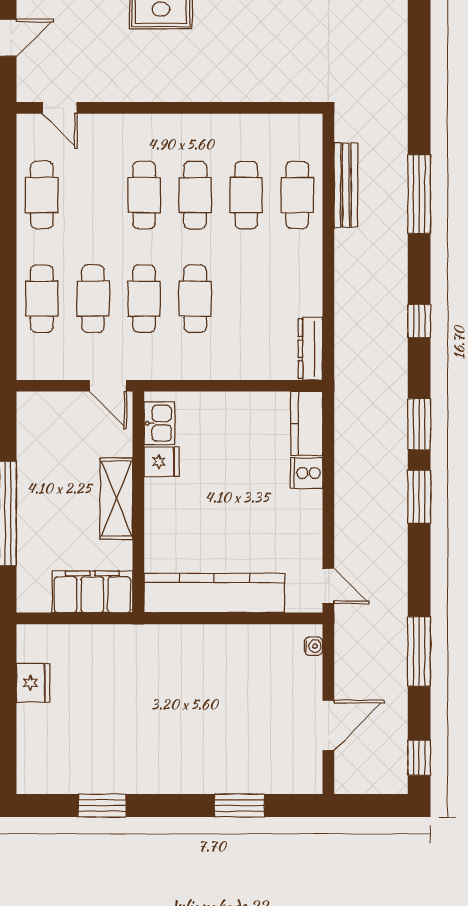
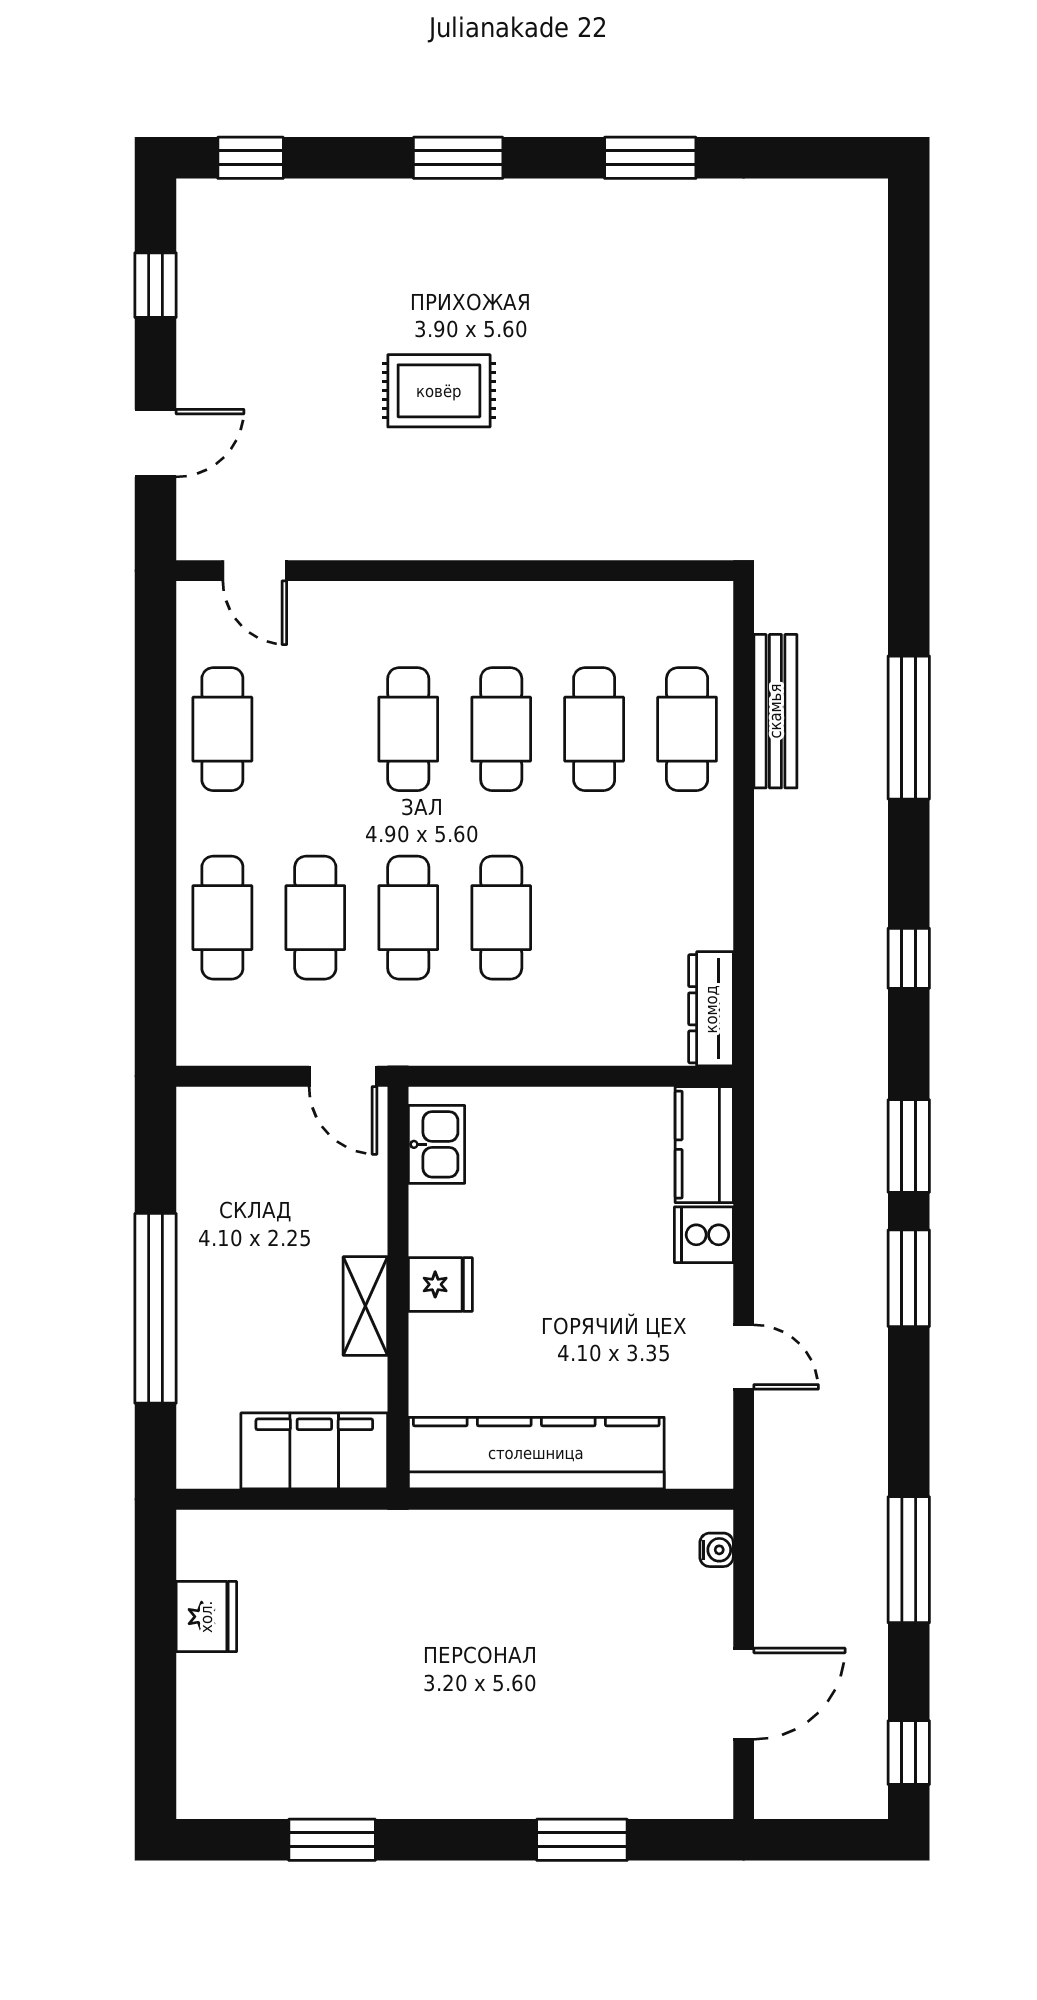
fridge: (162, 462) -> (440, 1284), moved
shelving: (116, 499) -> (365, 1306), width x0.67, depth x0.75
door: (328, 586) -> (744, 1357), moved

